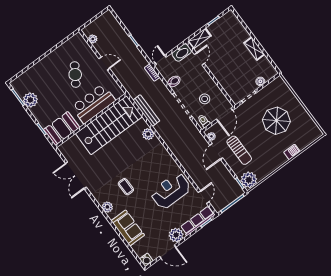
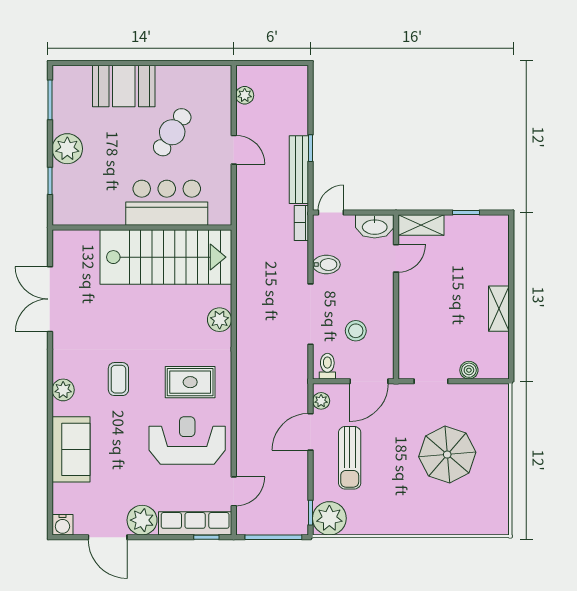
plant: (30, 100) -> (67, 149), moved
bench: (146, 111) -> (299, 170), moved
booth: (62, 128) -> (124, 86), moved
barbecue: (292, 152) -> (435, 525), removed
rug: (155, 167) -> (190, 382), added

